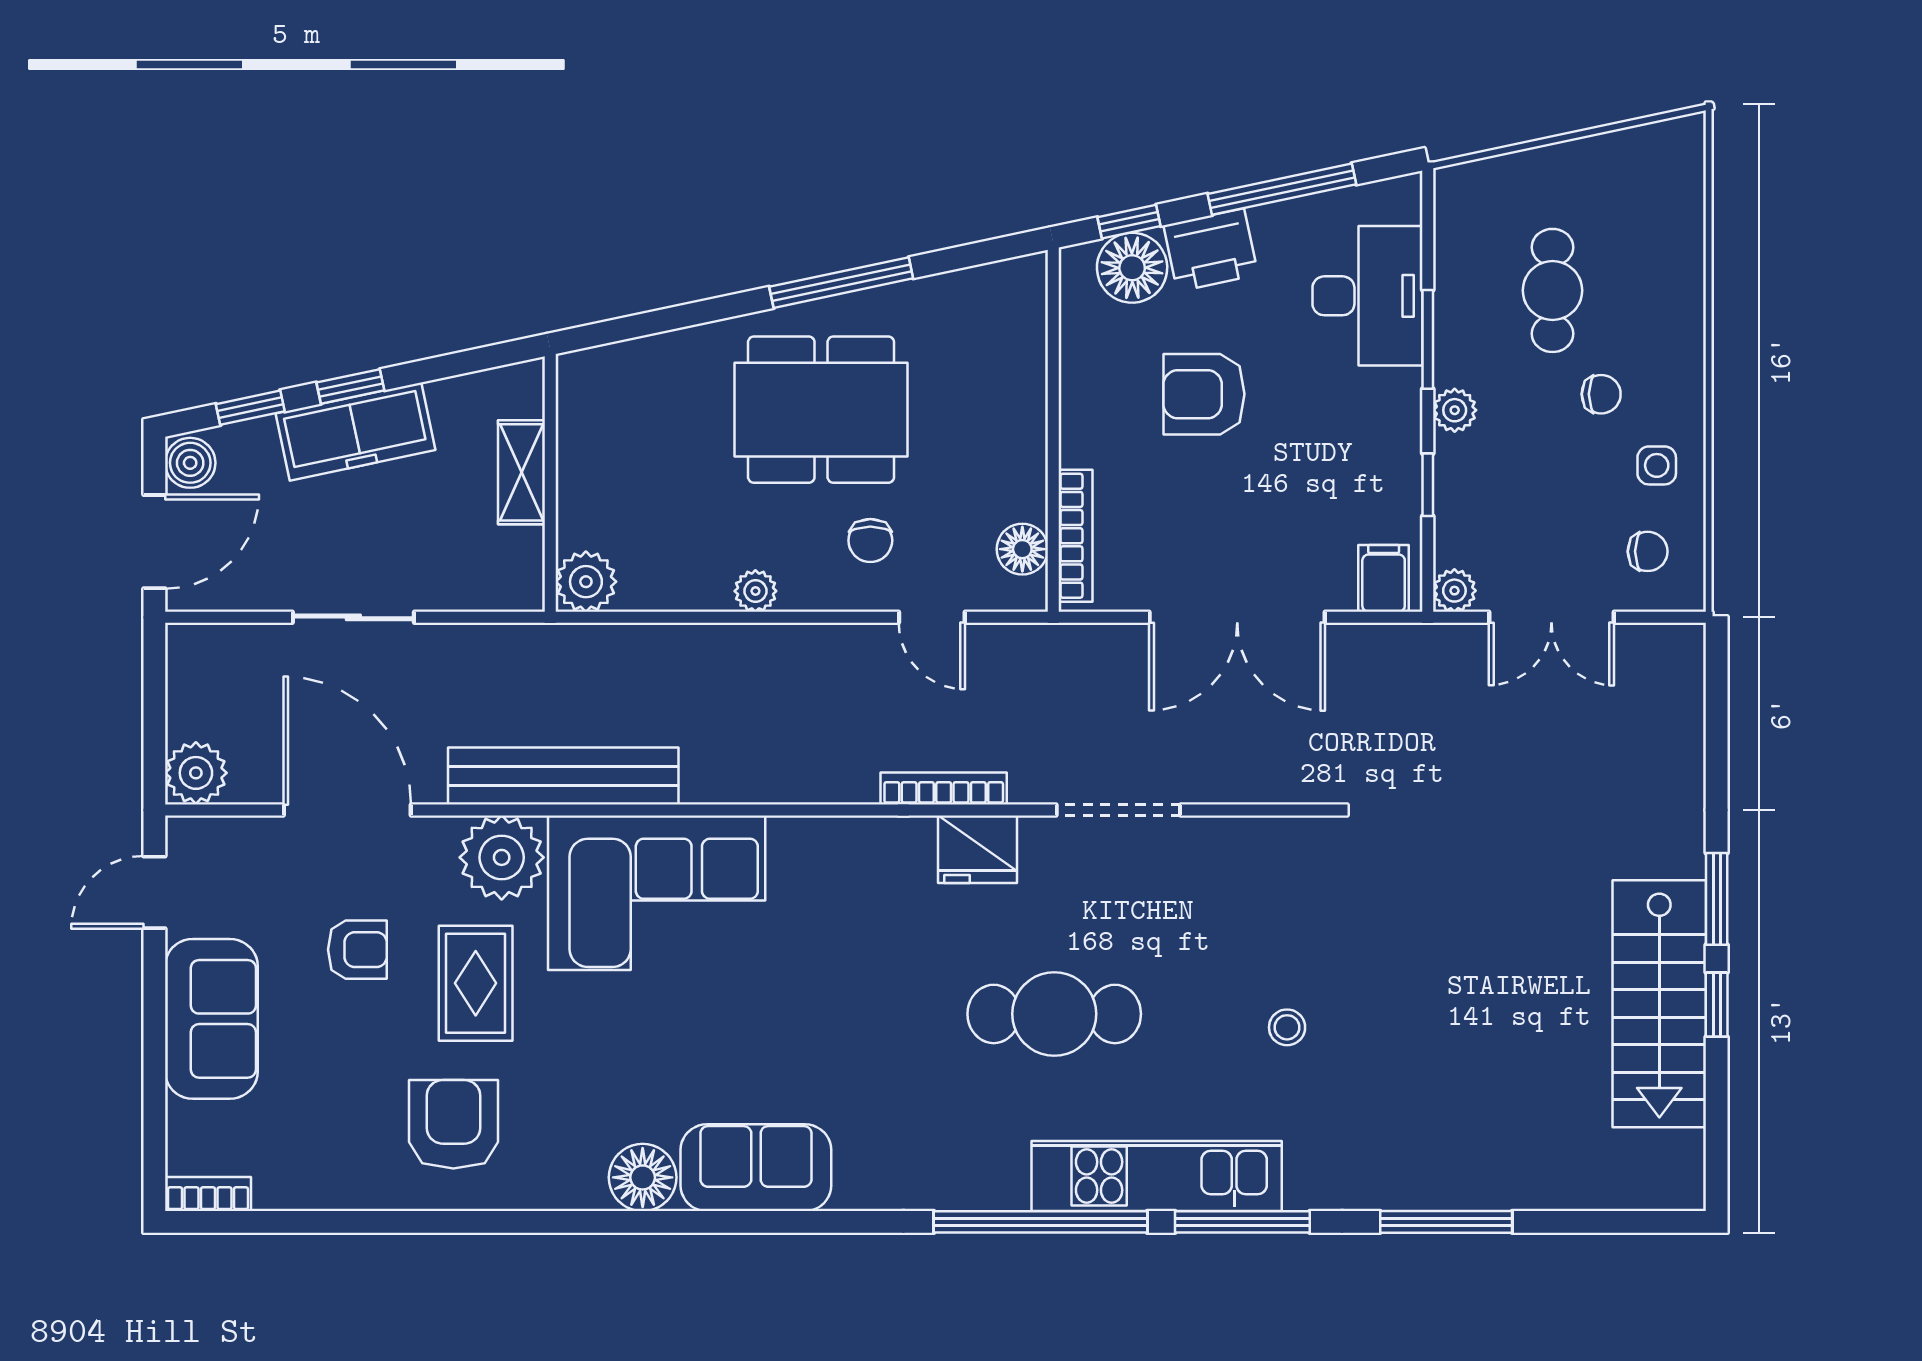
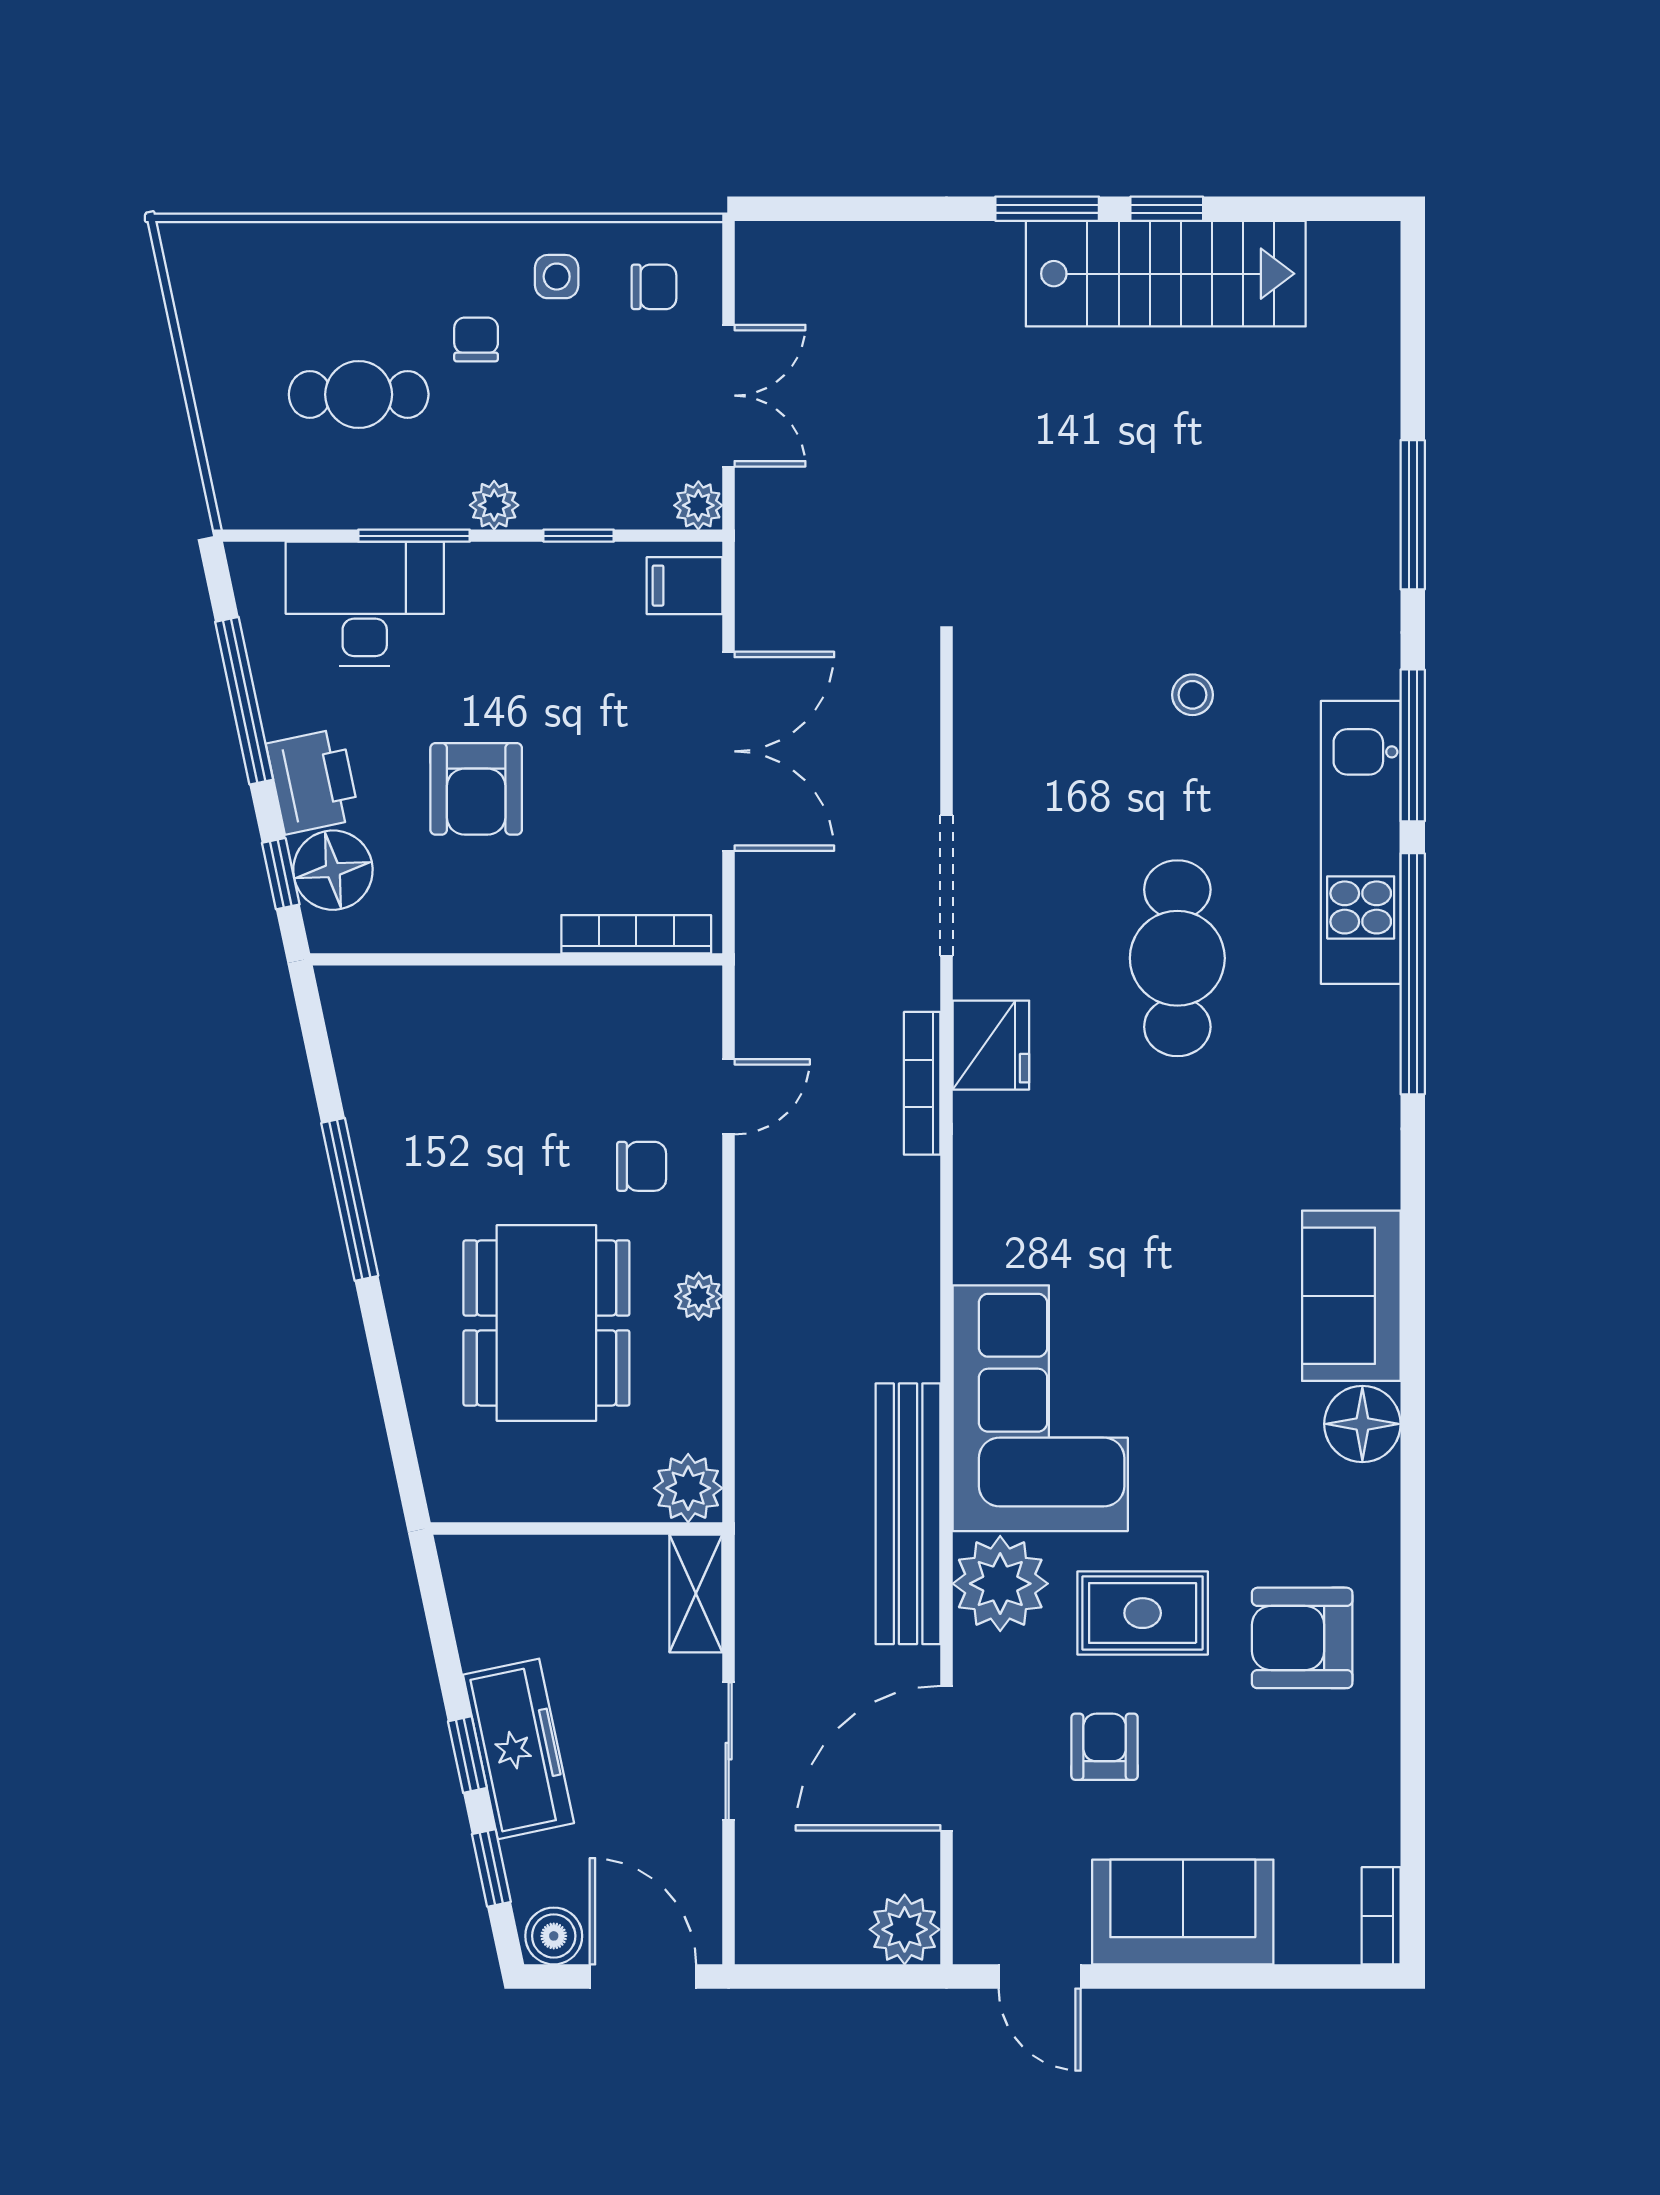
dining table: (821, 410) -> (546, 1323), moved
shelving: (521, 472) -> (696, 1594), moved, turned 90
floor lamp: (1022, 549) -> (651, 994), removed
chair: (1648, 551) -> (654, 287), turned 90

